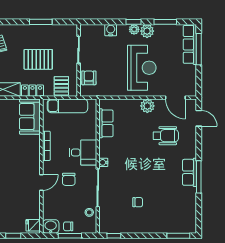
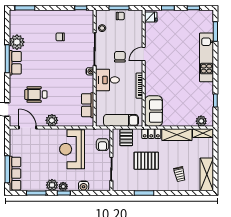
reception desk: (142, 68) -> (72, 149), moved
plant: (188, 196) -> (17, 42), added
washbasin: (51, 226) -> (135, 16), removed

